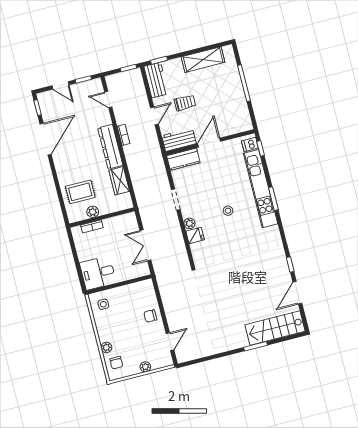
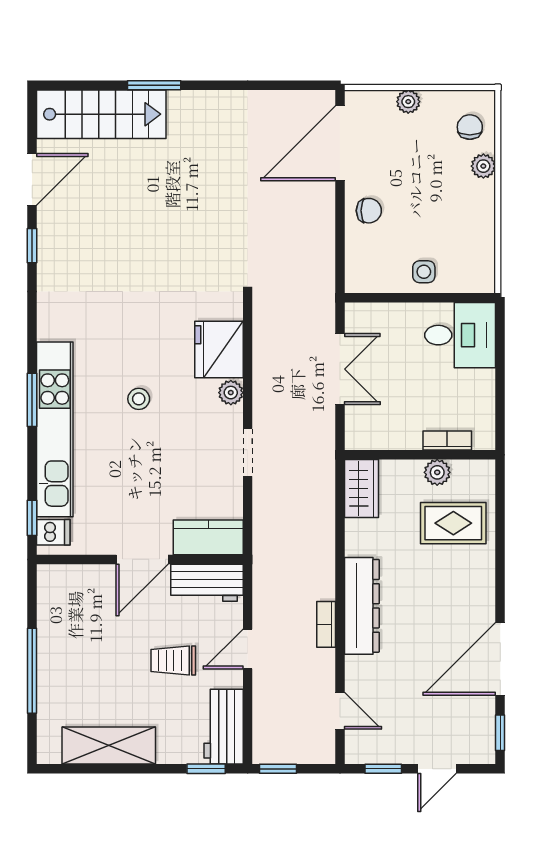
door: (61, 85) -> (437, 769), swing flipped
wardrobe: (119, 181) -> (362, 488), moved
fridge: (195, 235) -> (219, 349), width x1.88, depth x1.34
side table: (103, 304) -> (424, 272), moved
door: (170, 342) -> (340, 143), width x1.87

